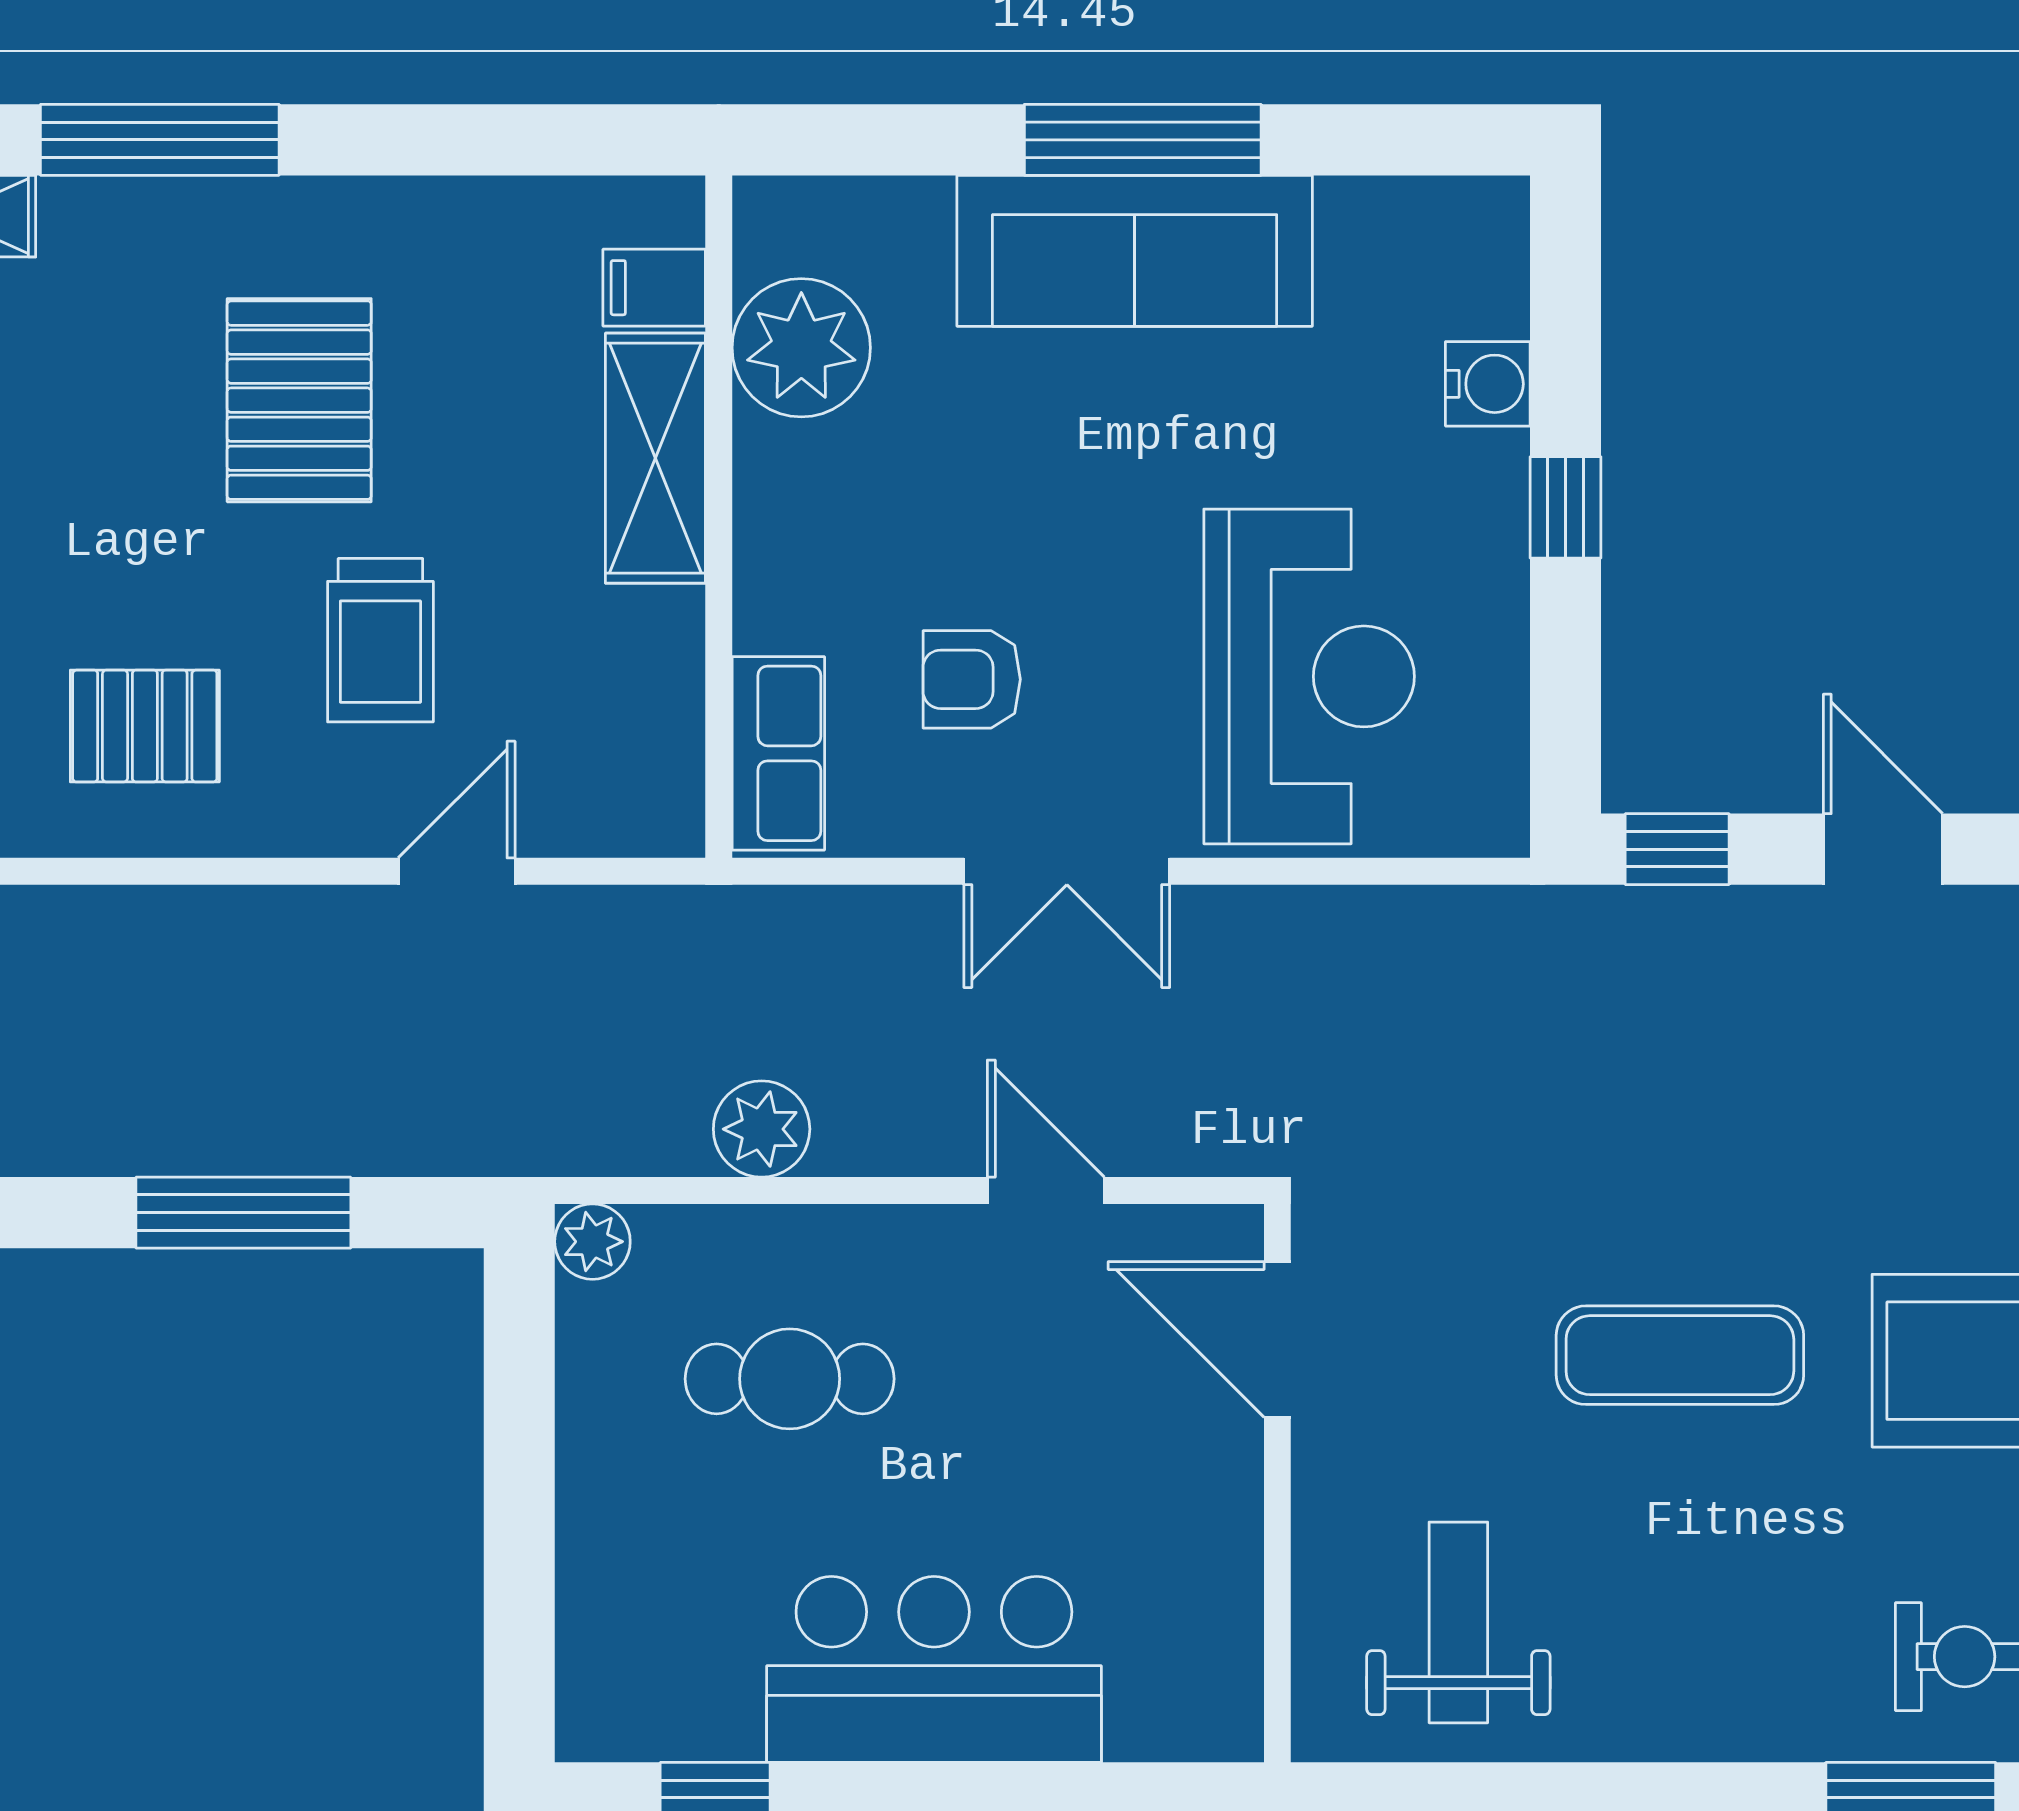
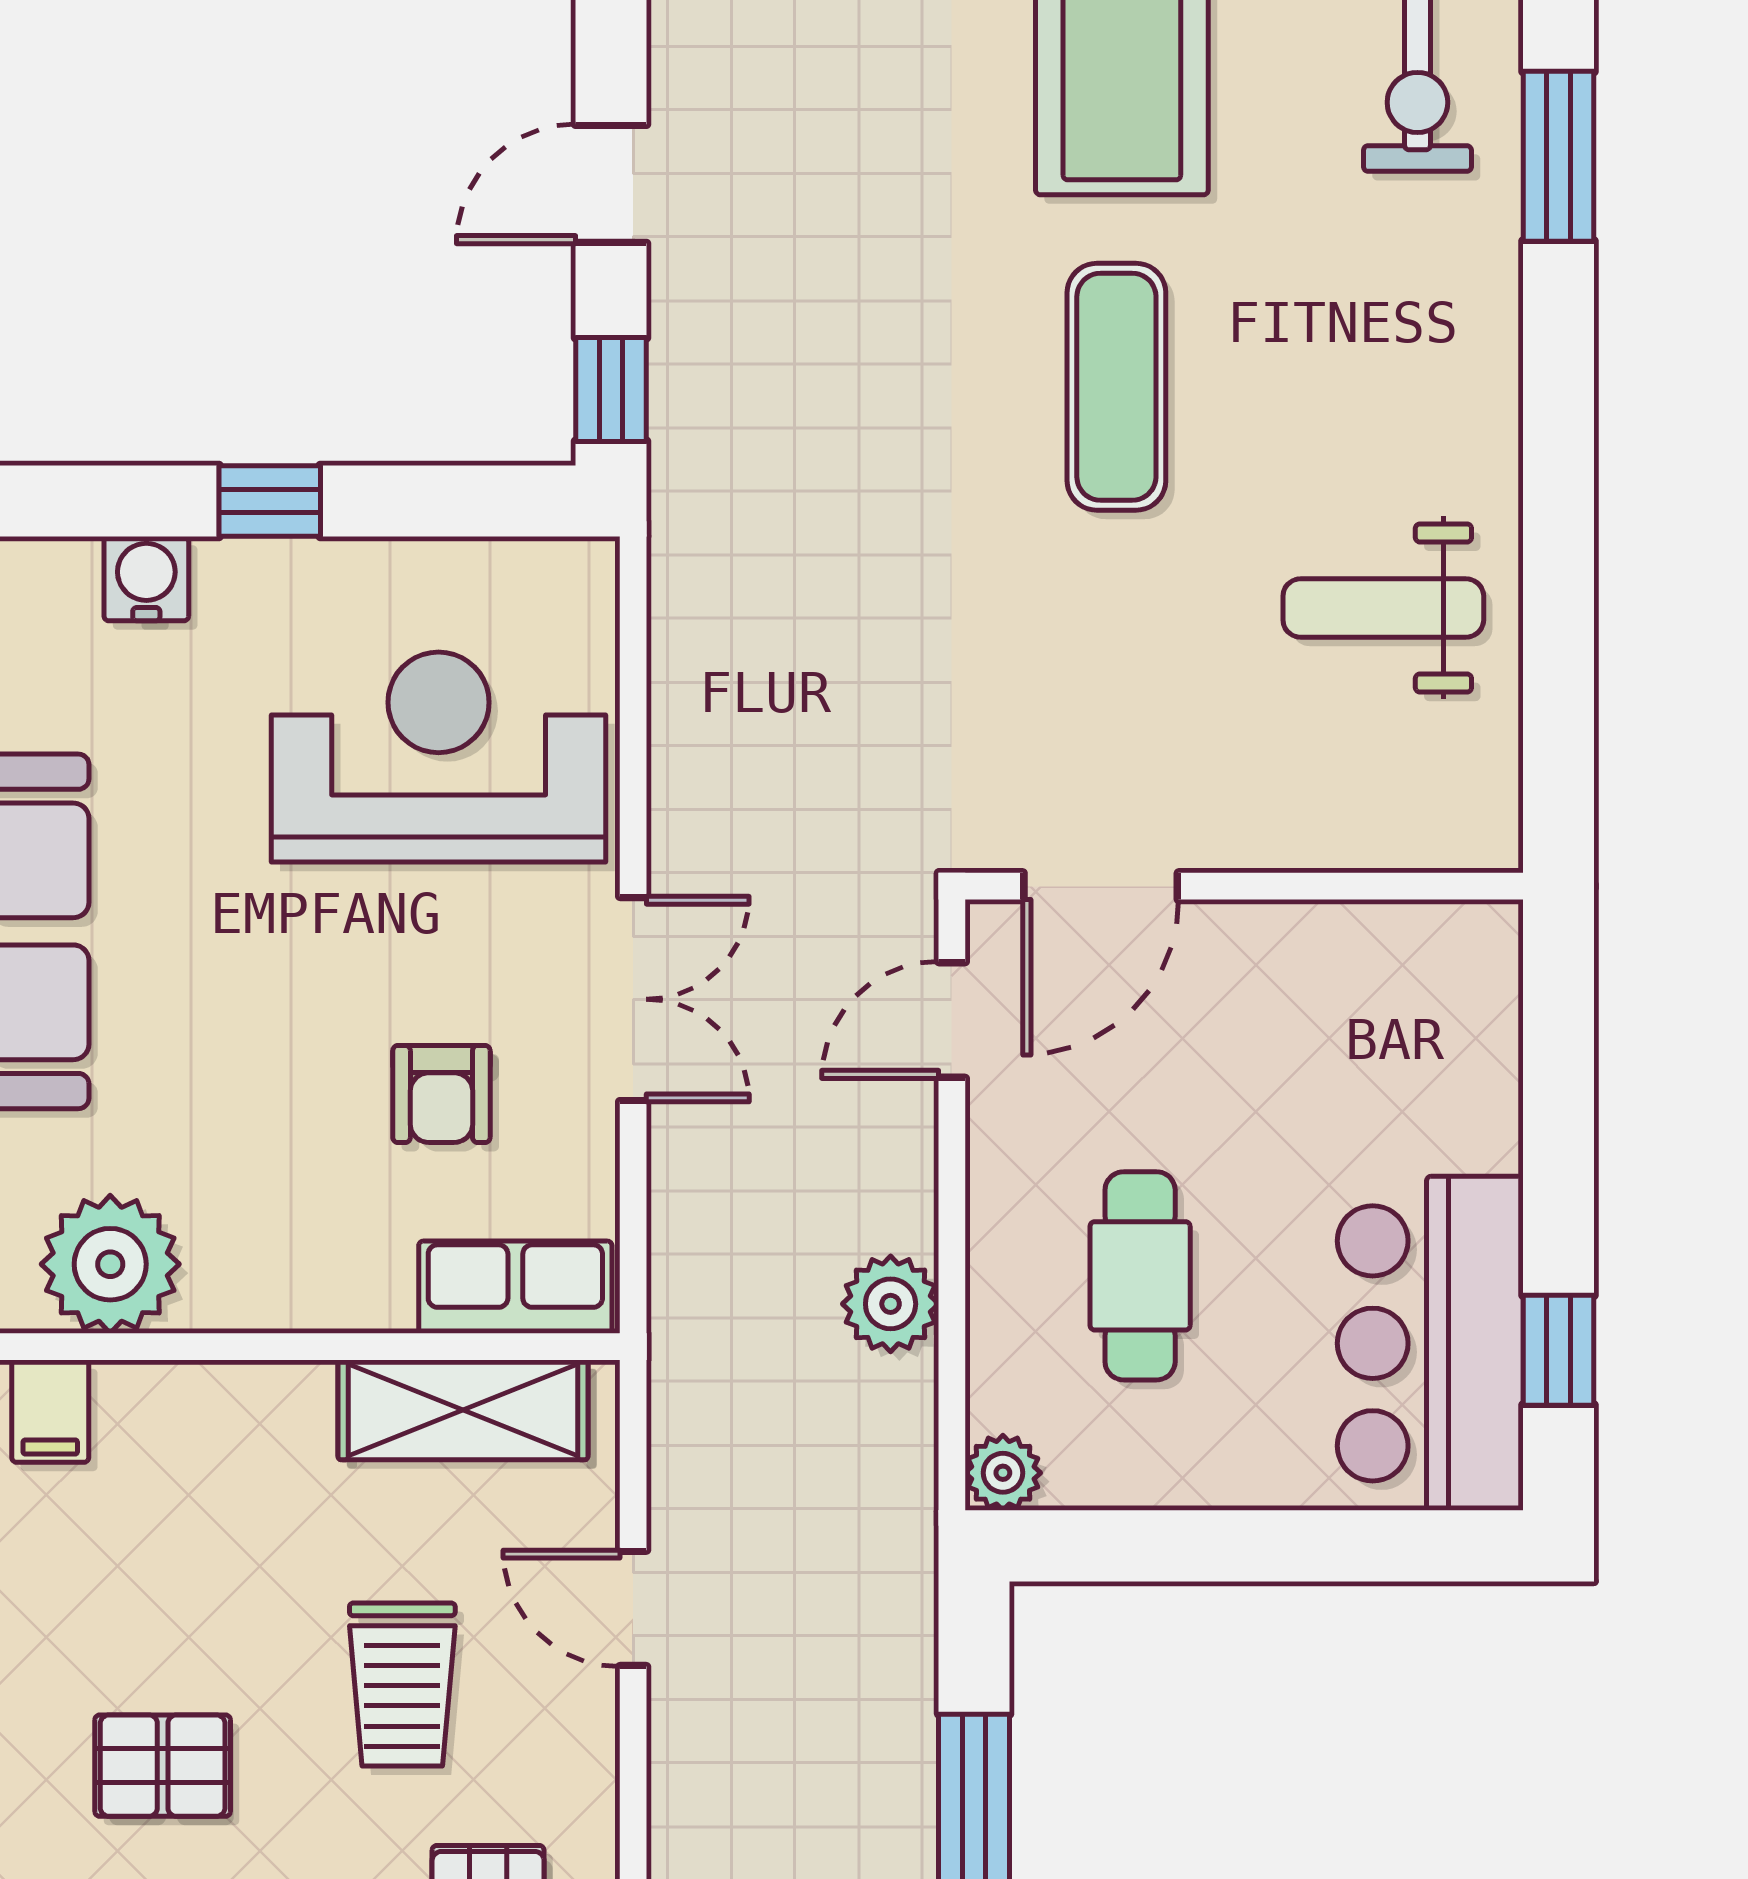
pallet: (299, 400) -> (163, 1766), width x0.67, depth x0.71
shelving: (655, 458) -> (463, 1410), moved
trolley: (380, 640) -> (402, 1684), turned 90
door: (1277, 1339) -> (1101, 886), moved
wall: (1277, 1483) -> (1244, 886), moved
bar counter: (934, 1669) -> (1430, 1343), moved

